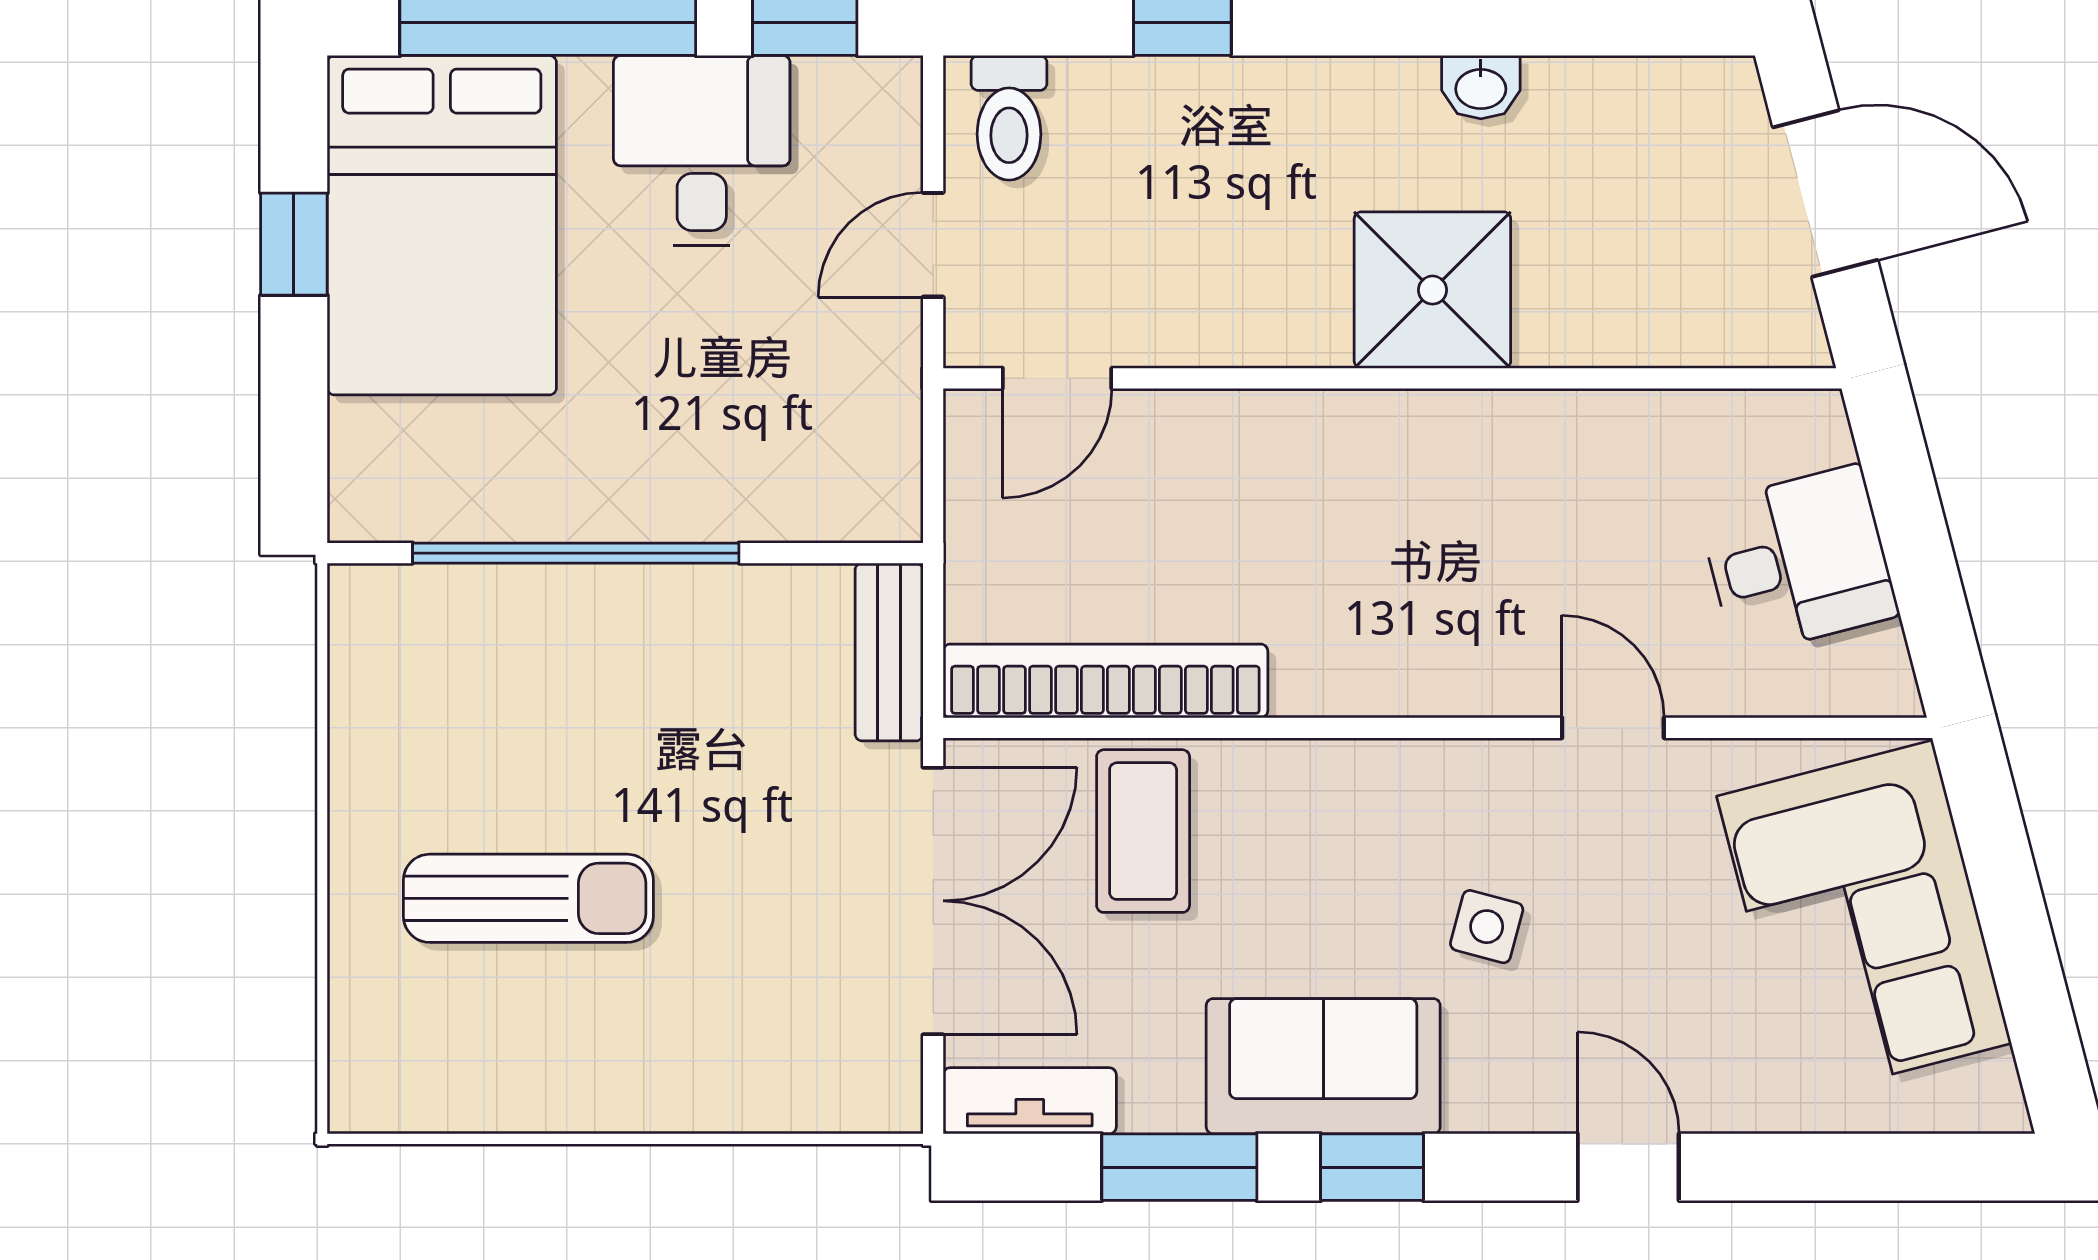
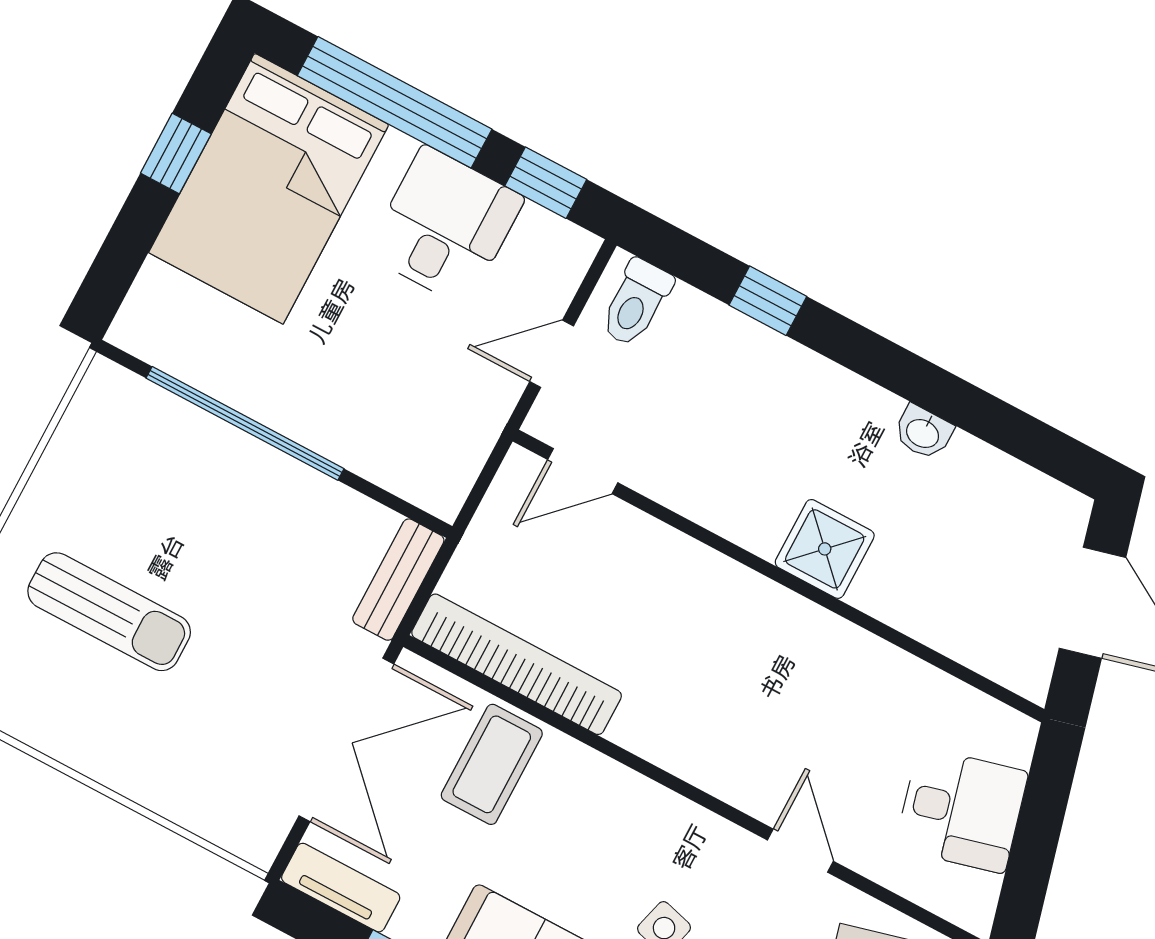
shower: (1432, 290) -> (825, 549), width x0.73, depth x0.73

